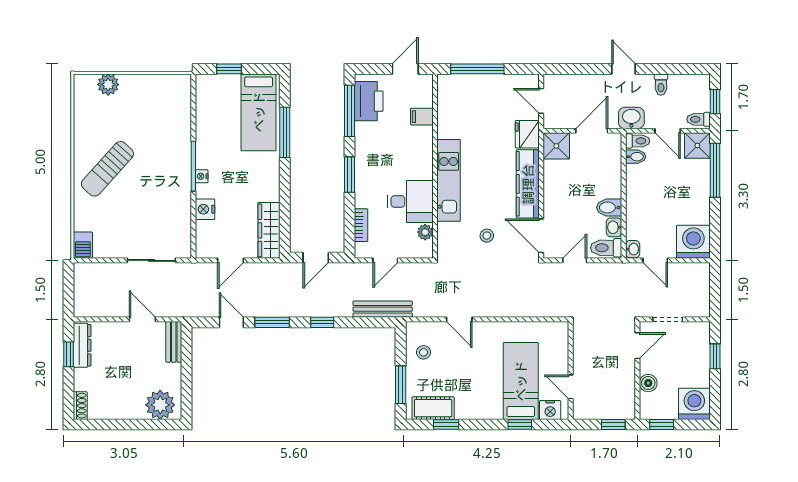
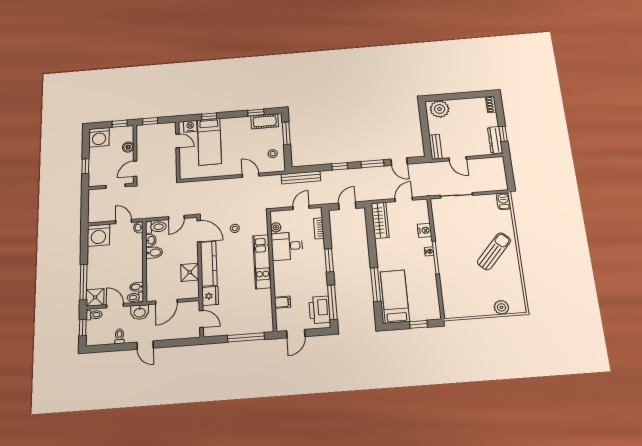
shower: (556, 146) -> (190, 272), moved

